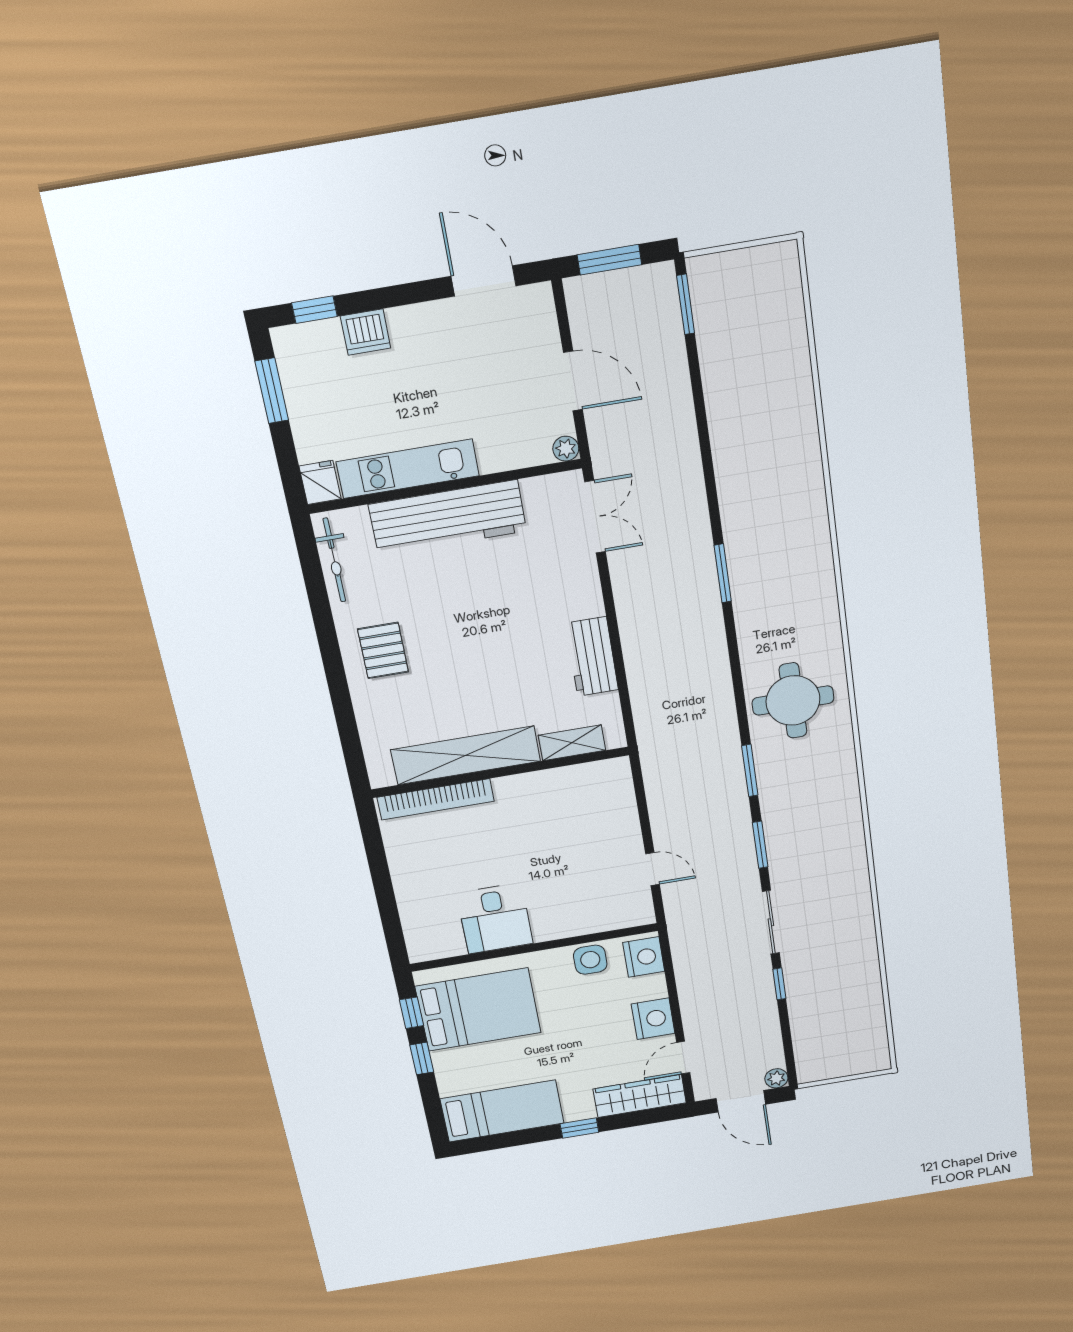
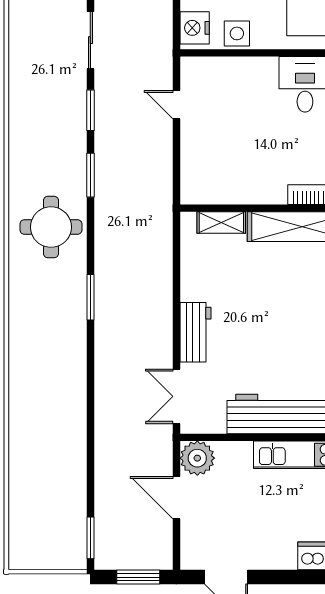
plant: (566, 449) -> (197, 458), width x1.88, depth x1.88
window: (723, 573) -> (90, 297), moved
workbench: (592, 657) -> (195, 332), moved

